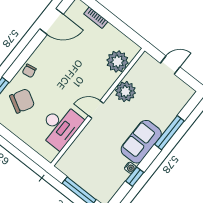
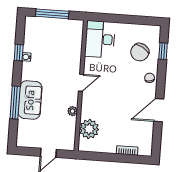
door: (52, 21) -> (159, 110), moved
plant: (125, 92) -> (72, 111), width x0.53, depth x0.53
desk: (60, 126) -> (100, 39), moved
sofa: (141, 142) -> (30, 100), moved

